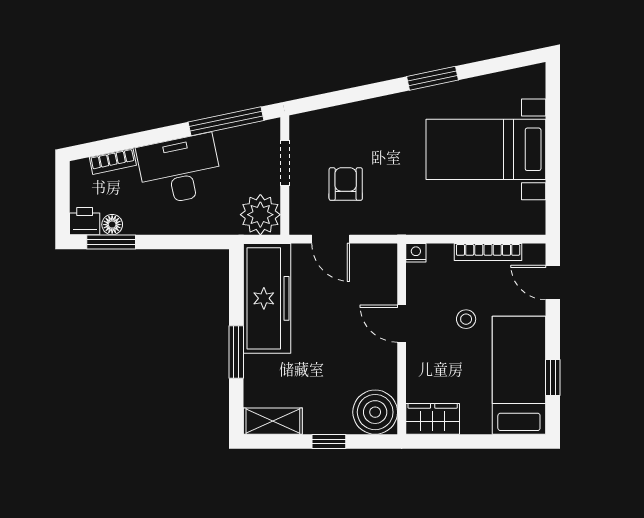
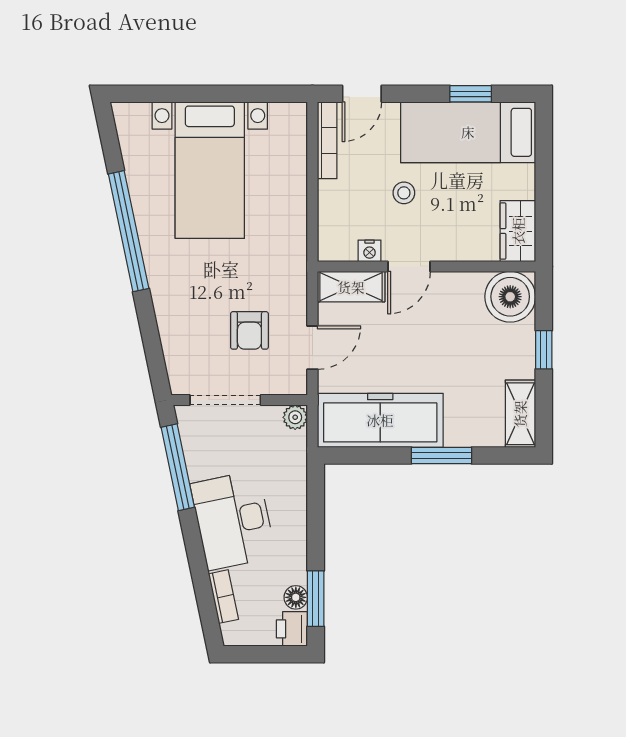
window: (433, 78) -> (129, 231), width x2.11
doorway: (285, 163) -> (225, 400), width x1.38
armchair: (346, 184) -> (249, 330), turned -90
plant: (260, 215) -> (295, 417), width x0.53, depth x0.53
bookcase: (488, 252) -> (327, 140), moved
nightstand: (416, 253) -> (370, 251), moved, turned -90
shelving: (384, 273) -> (351, 287), added

